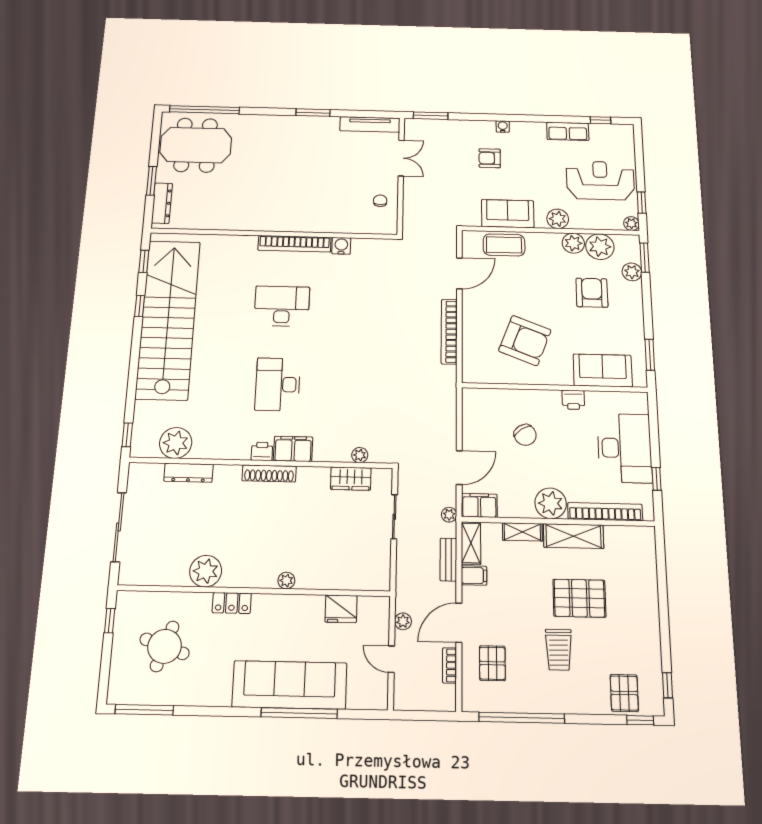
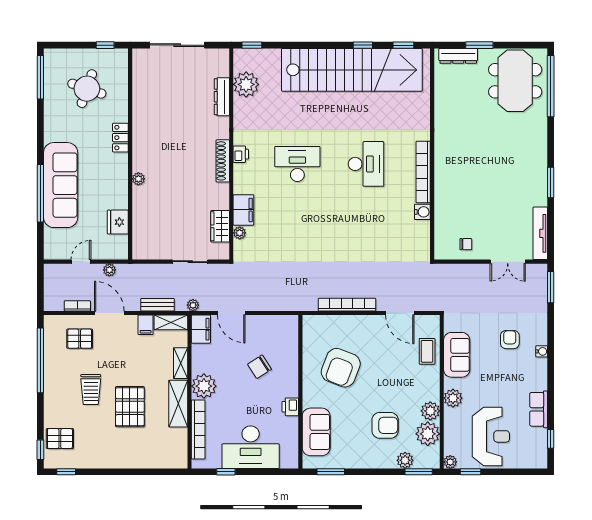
coffee table: (504, 245) -> (427, 351), width x0.73, depth x0.77
filing cabinet: (293, 449) -> (243, 210), moved
plant: (206, 571) -> (144, 116), removed
trolley: (559, 650) -> (91, 390), turned -90

